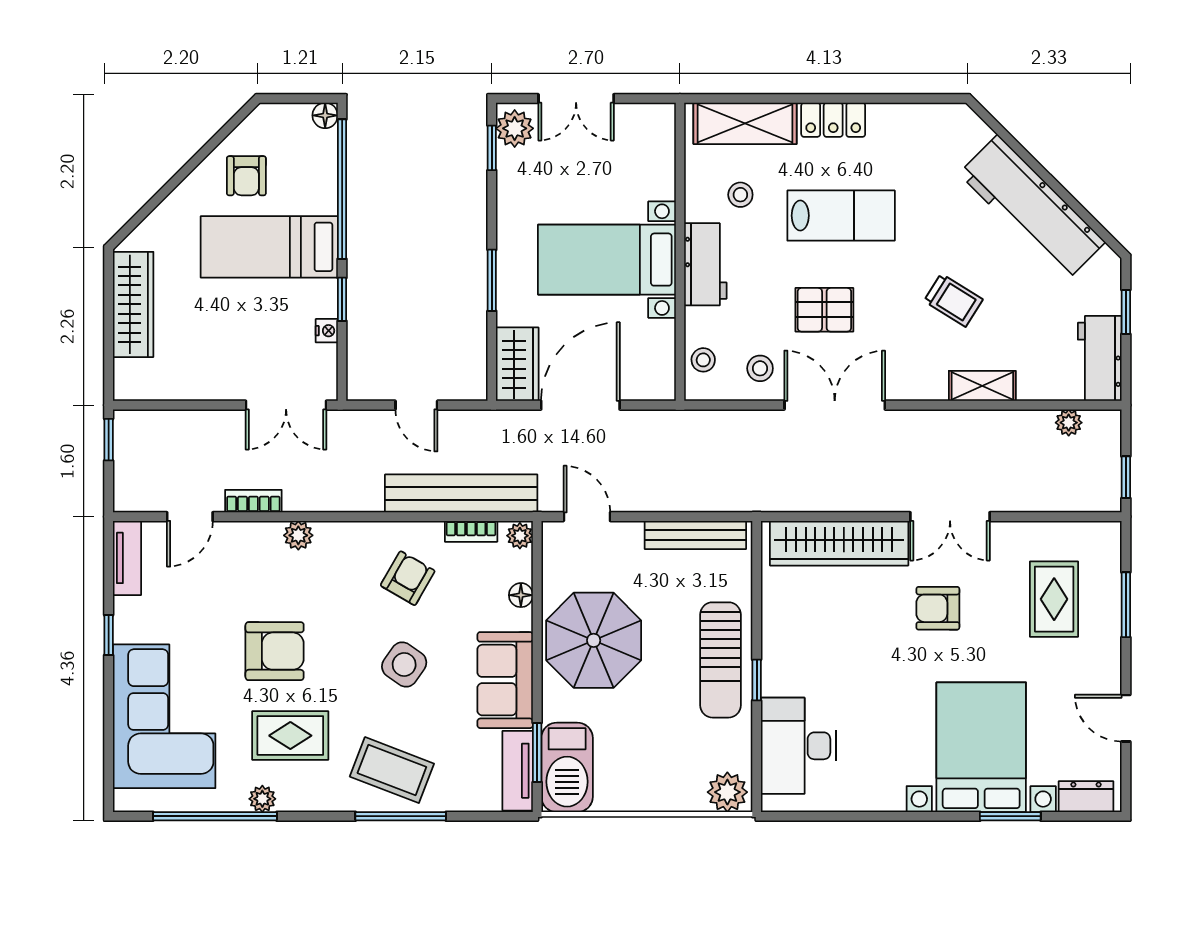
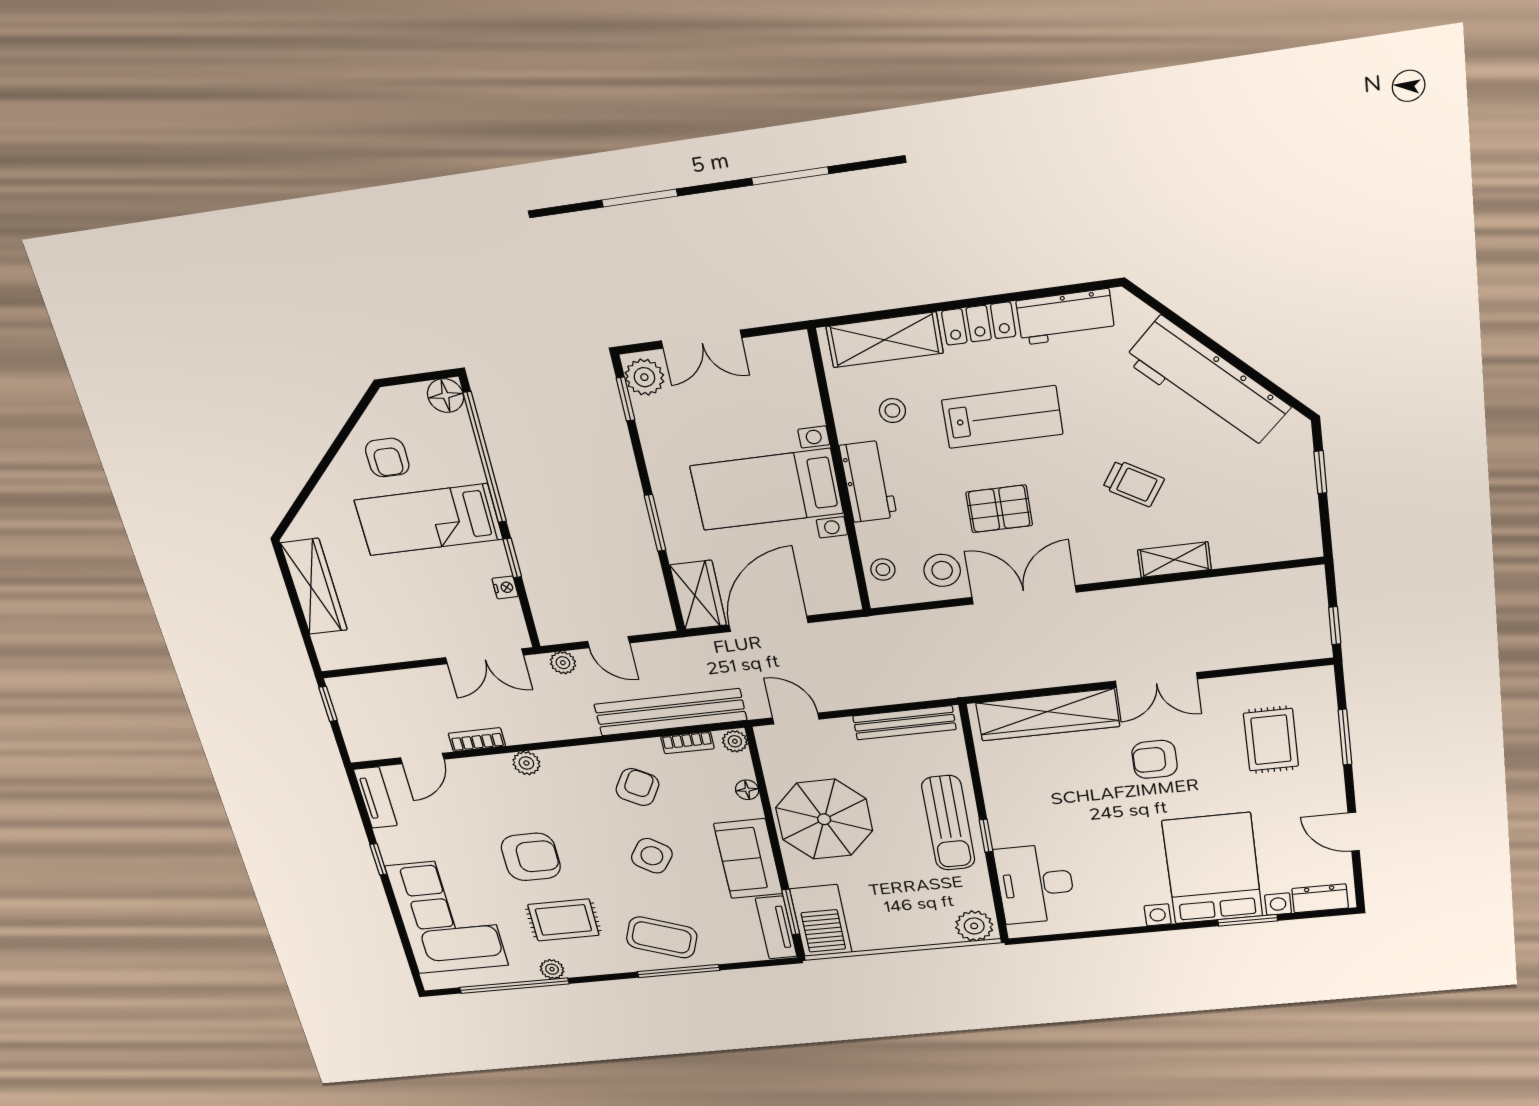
floor lamp: (325, 115) -> (446, 396), width x1.37, depth x1.37
workbench: (1100, 358) -> (1065, 317), moved, turned -90
stool: (760, 368) -> (942, 570), width x1.37, depth x1.37
plant: (1069, 423) -> (563, 663), moved

